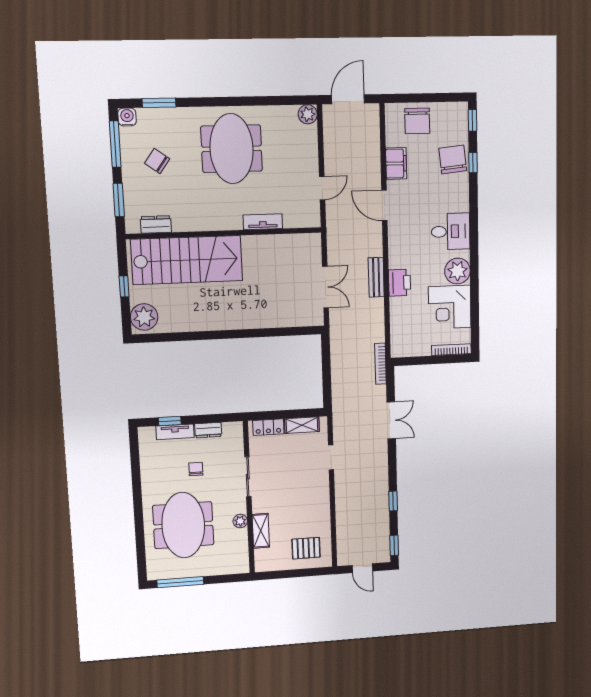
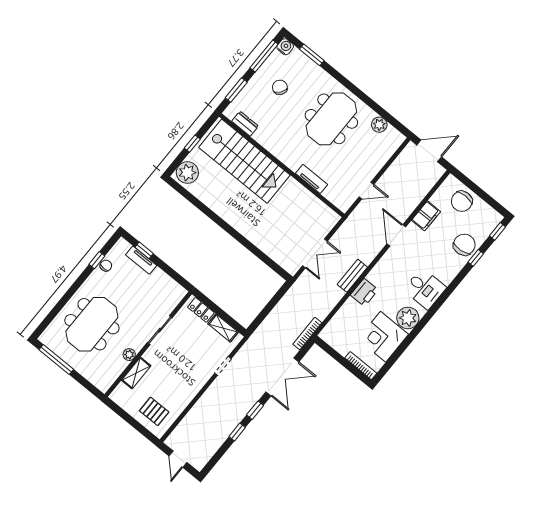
plant: (308, 114) -> (379, 125), moved
double door: (391, 420) -> (282, 377), width x1.37
dresser: (208, 430) -> (162, 278), removed
window: (135, 467) -> (97, 260), added
chair: (196, 469) -> (106, 266), moved
window: (394, 545) -> (255, 410), moved

